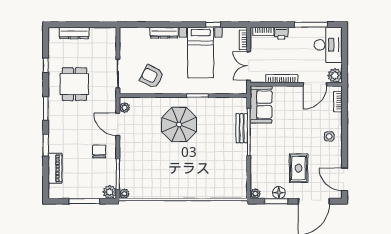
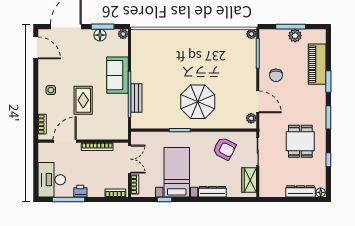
floor lamp: (54, 32) -> (321, 192), added
printer: (281, 33) -> (80, 191), moved
wardrobe: (127, 45) -> (249, 180), added
plant: (335, 76) -> (45, 150), removed
sofa: (261, 104) -> (117, 75), moved
piano: (55, 168) -> (317, 64), width x1.37, depth x1.33
rug: (299, 168) -> (83, 100), moved
plant: (110, 192) -> (295, 36), moved

